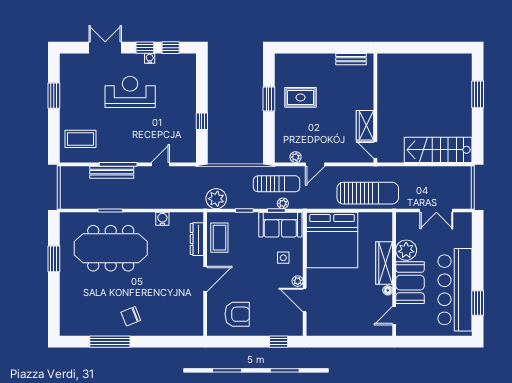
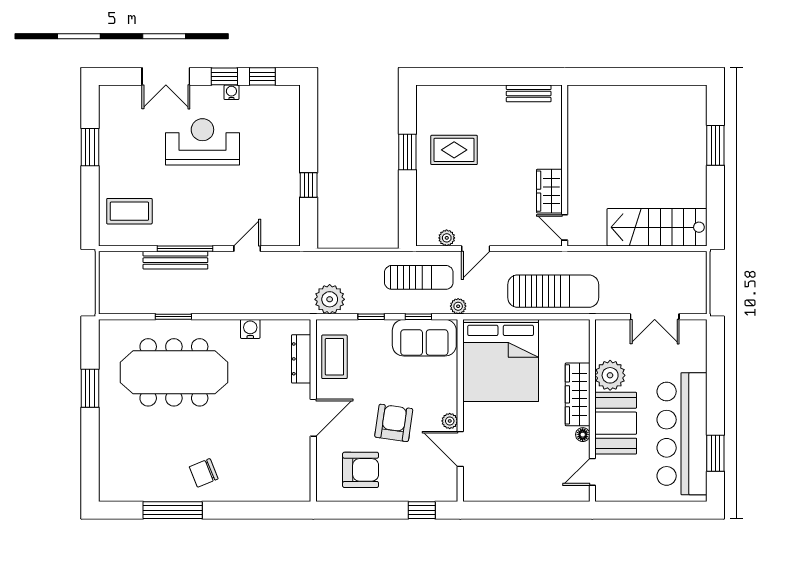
double door: (105, 48) -> (166, 76), swing flipped
plant: (283, 203) -> (458, 306), moved
side table: (283, 258) -> (429, 386), removed
armchair: (260, 282) -> (394, 423), added

